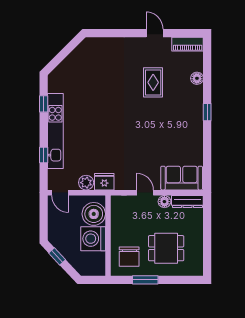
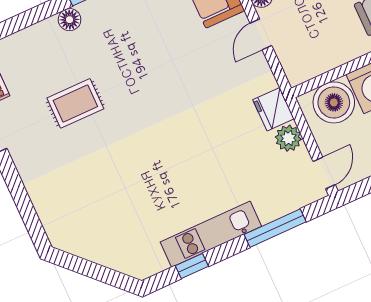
floor lamp: (197, 78) -> (70, 20), moved
kitchen unit: (55, 131) -> (211, 234), width x0.73
window: (44, 155) -> (275, 228), width x2.17

